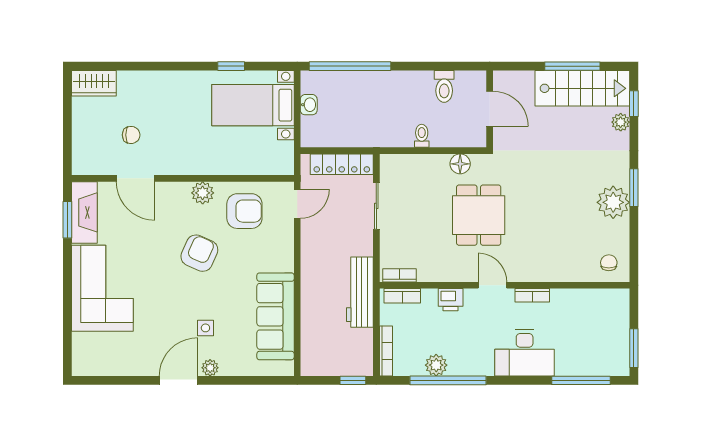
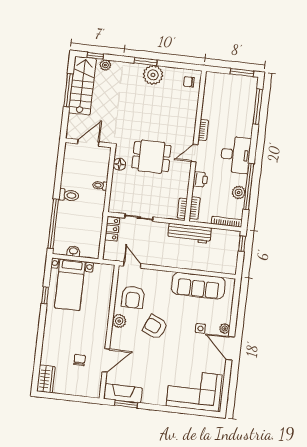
toilet: (444, 86) -> (69, 195), moved
locker: (342, 164) -> (112, 229), width x0.66
armchair: (244, 211) -> (133, 297), turned 180
corner sofa: (102, 288) -> (194, 390), moved
desk: (525, 353) -> (236, 155), moved

